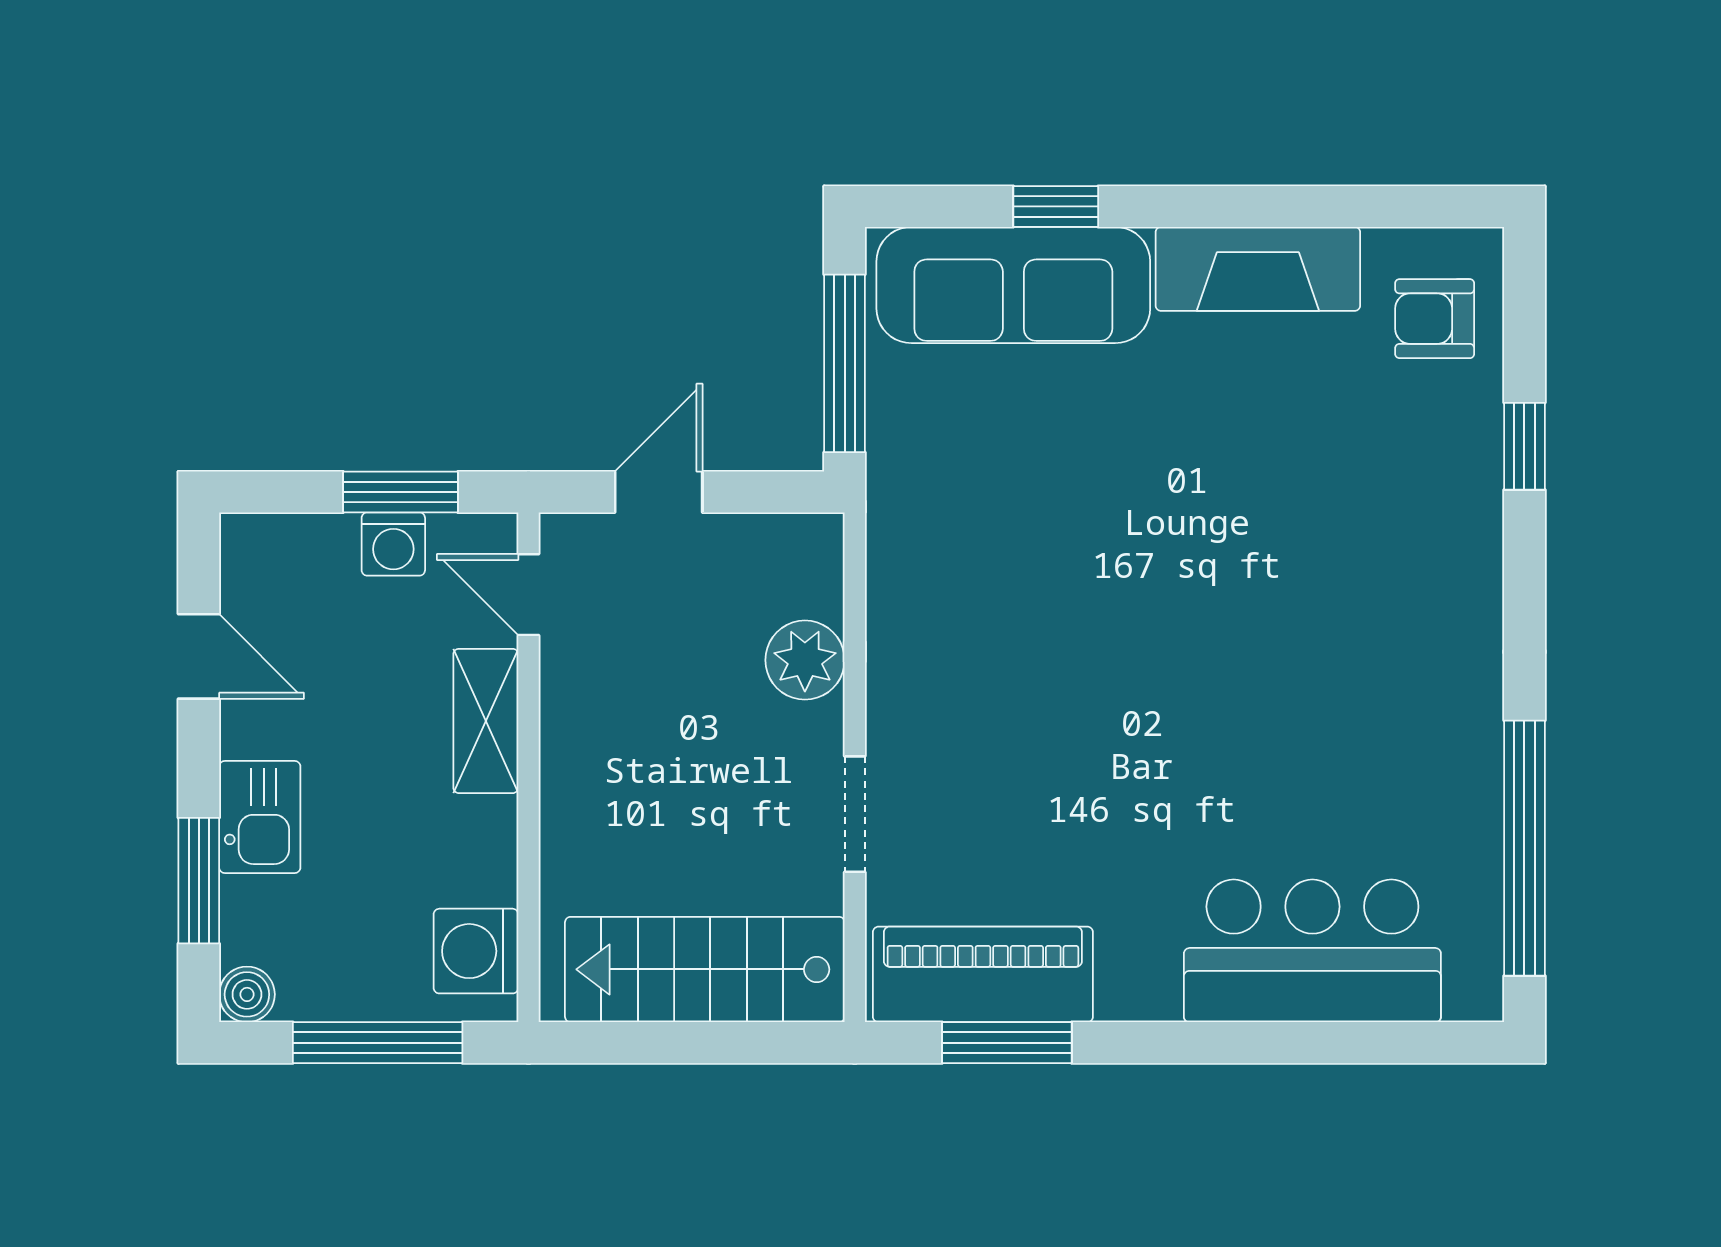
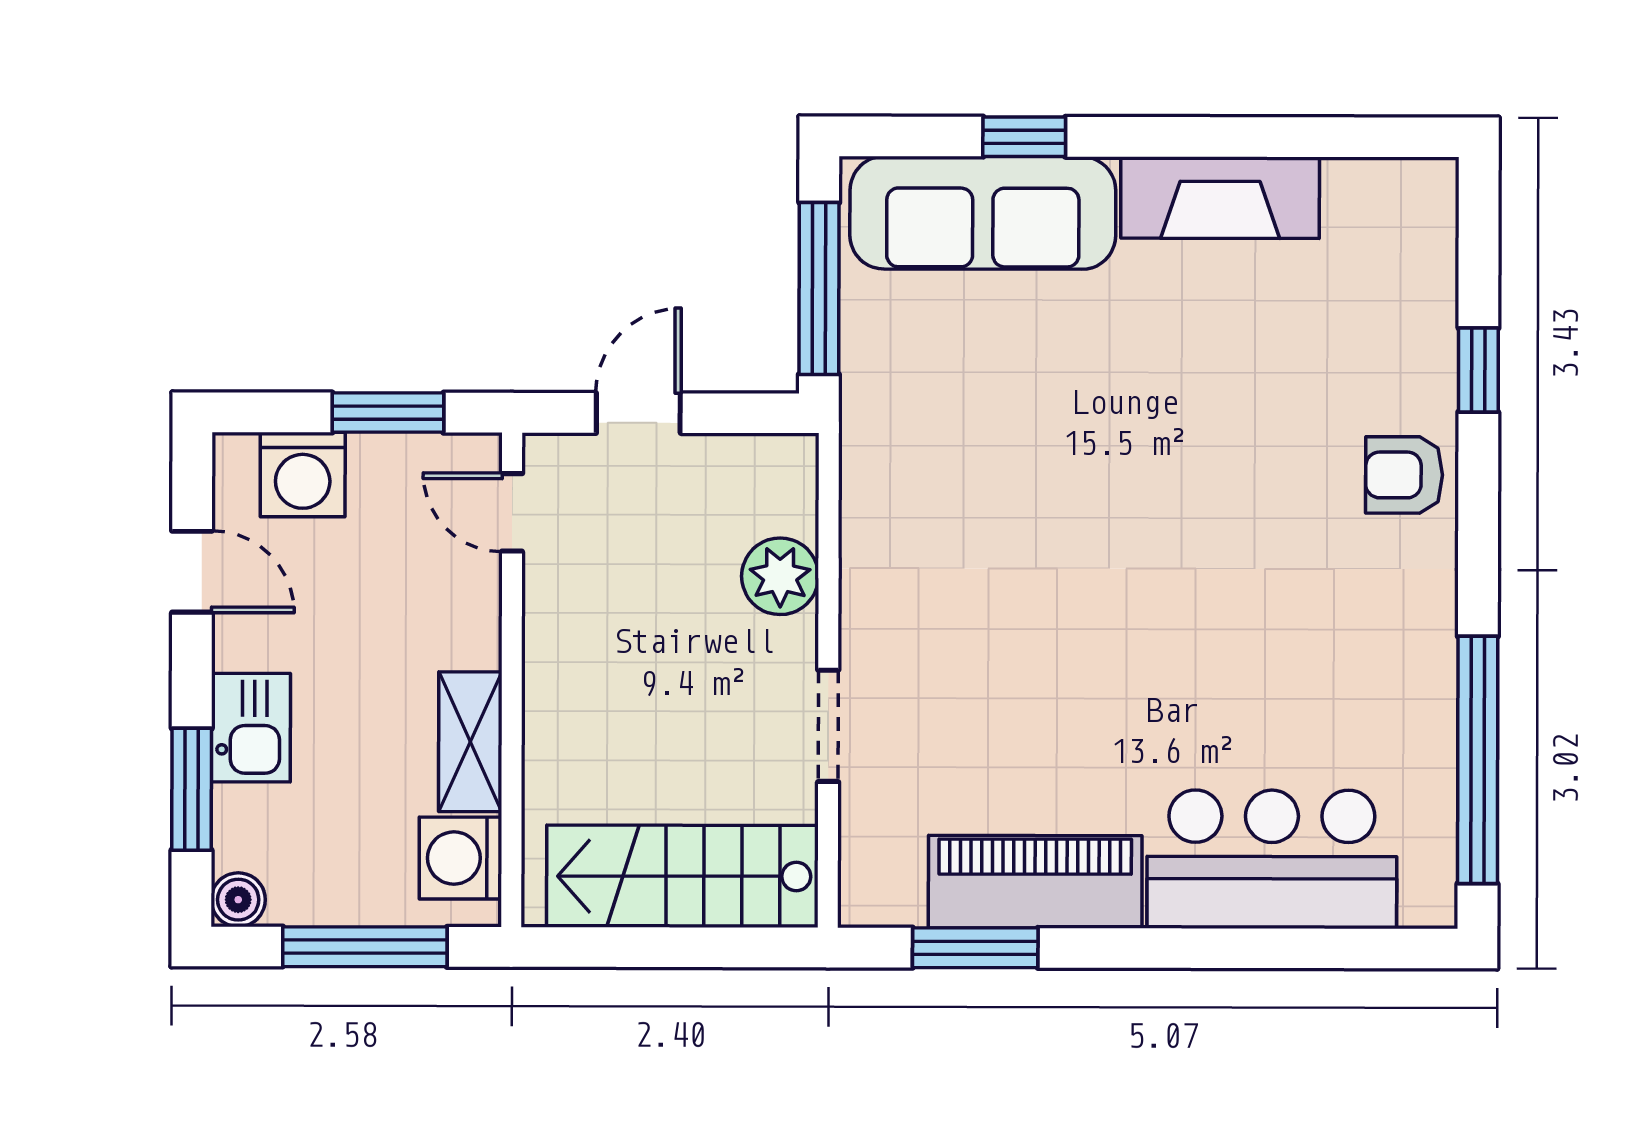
armchair: (1435, 319) -> (1404, 475), moved
washing machine: (393, 544) -> (303, 475), moved, width x1.38, depth x1.38
shelving: (486, 721) -> (470, 742), moved
piano: (983, 974) -> (1035, 882), moved

